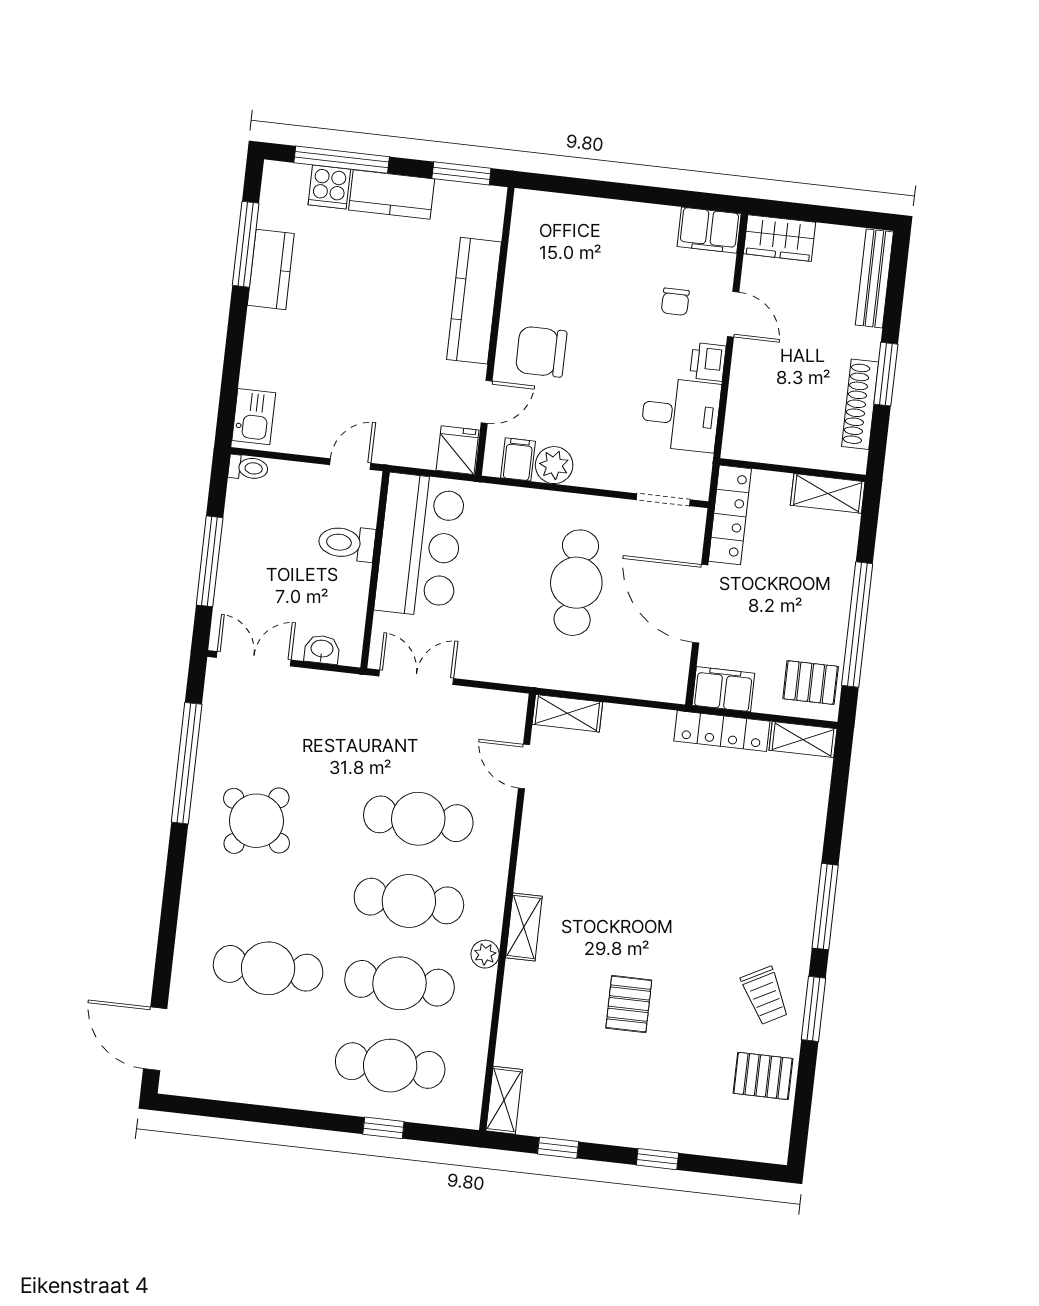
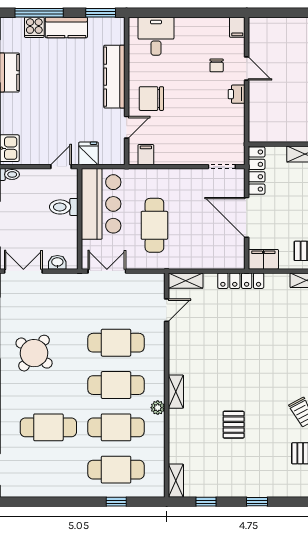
filing cabinet: (709, 230) -> (237, 27), width x0.50
wardrobe: (780, 238) -> (266, 27), removed
desk: (681, 415) -> (156, 36), moved, turned -90
fridge: (458, 450) -> (89, 153), moved
plant: (554, 465) -> (164, 155), removed
cafe table: (576, 583) -> (154, 225), moved
locker: (722, 731) -> (241, 281), moved
door: (524, 766) -> (167, 310), swing flipped

